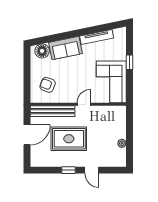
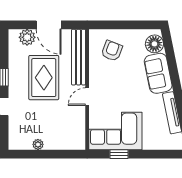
window: (130, 62) -> (119, 154), moved
door: (84, 104) -> (87, 97), swing flipped
plant: (37, 152) -> (27, 37), added

